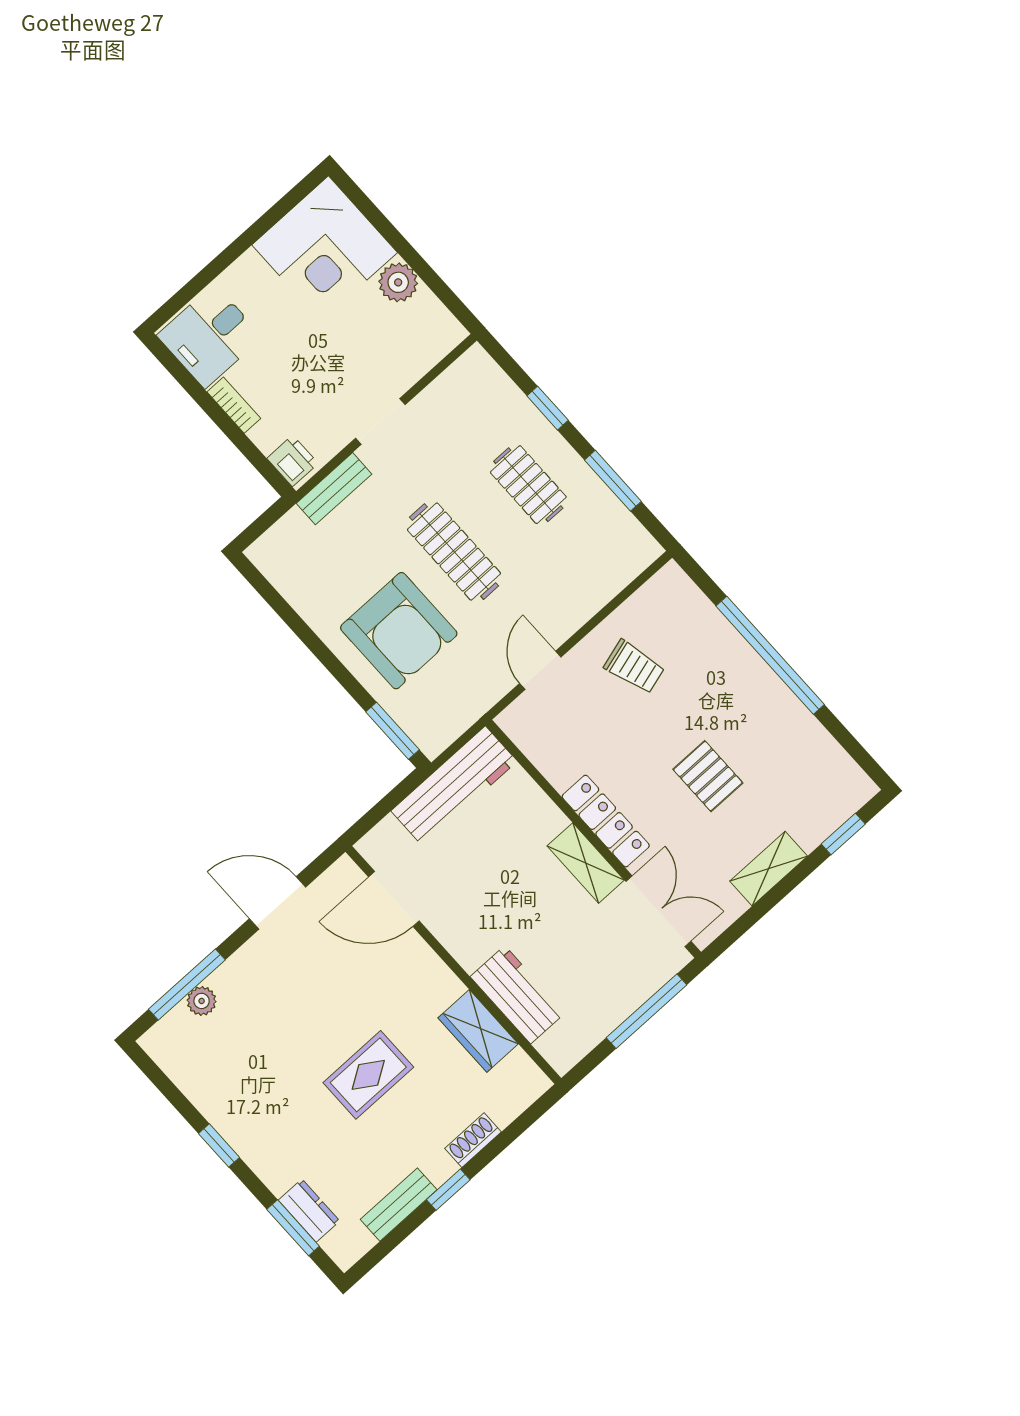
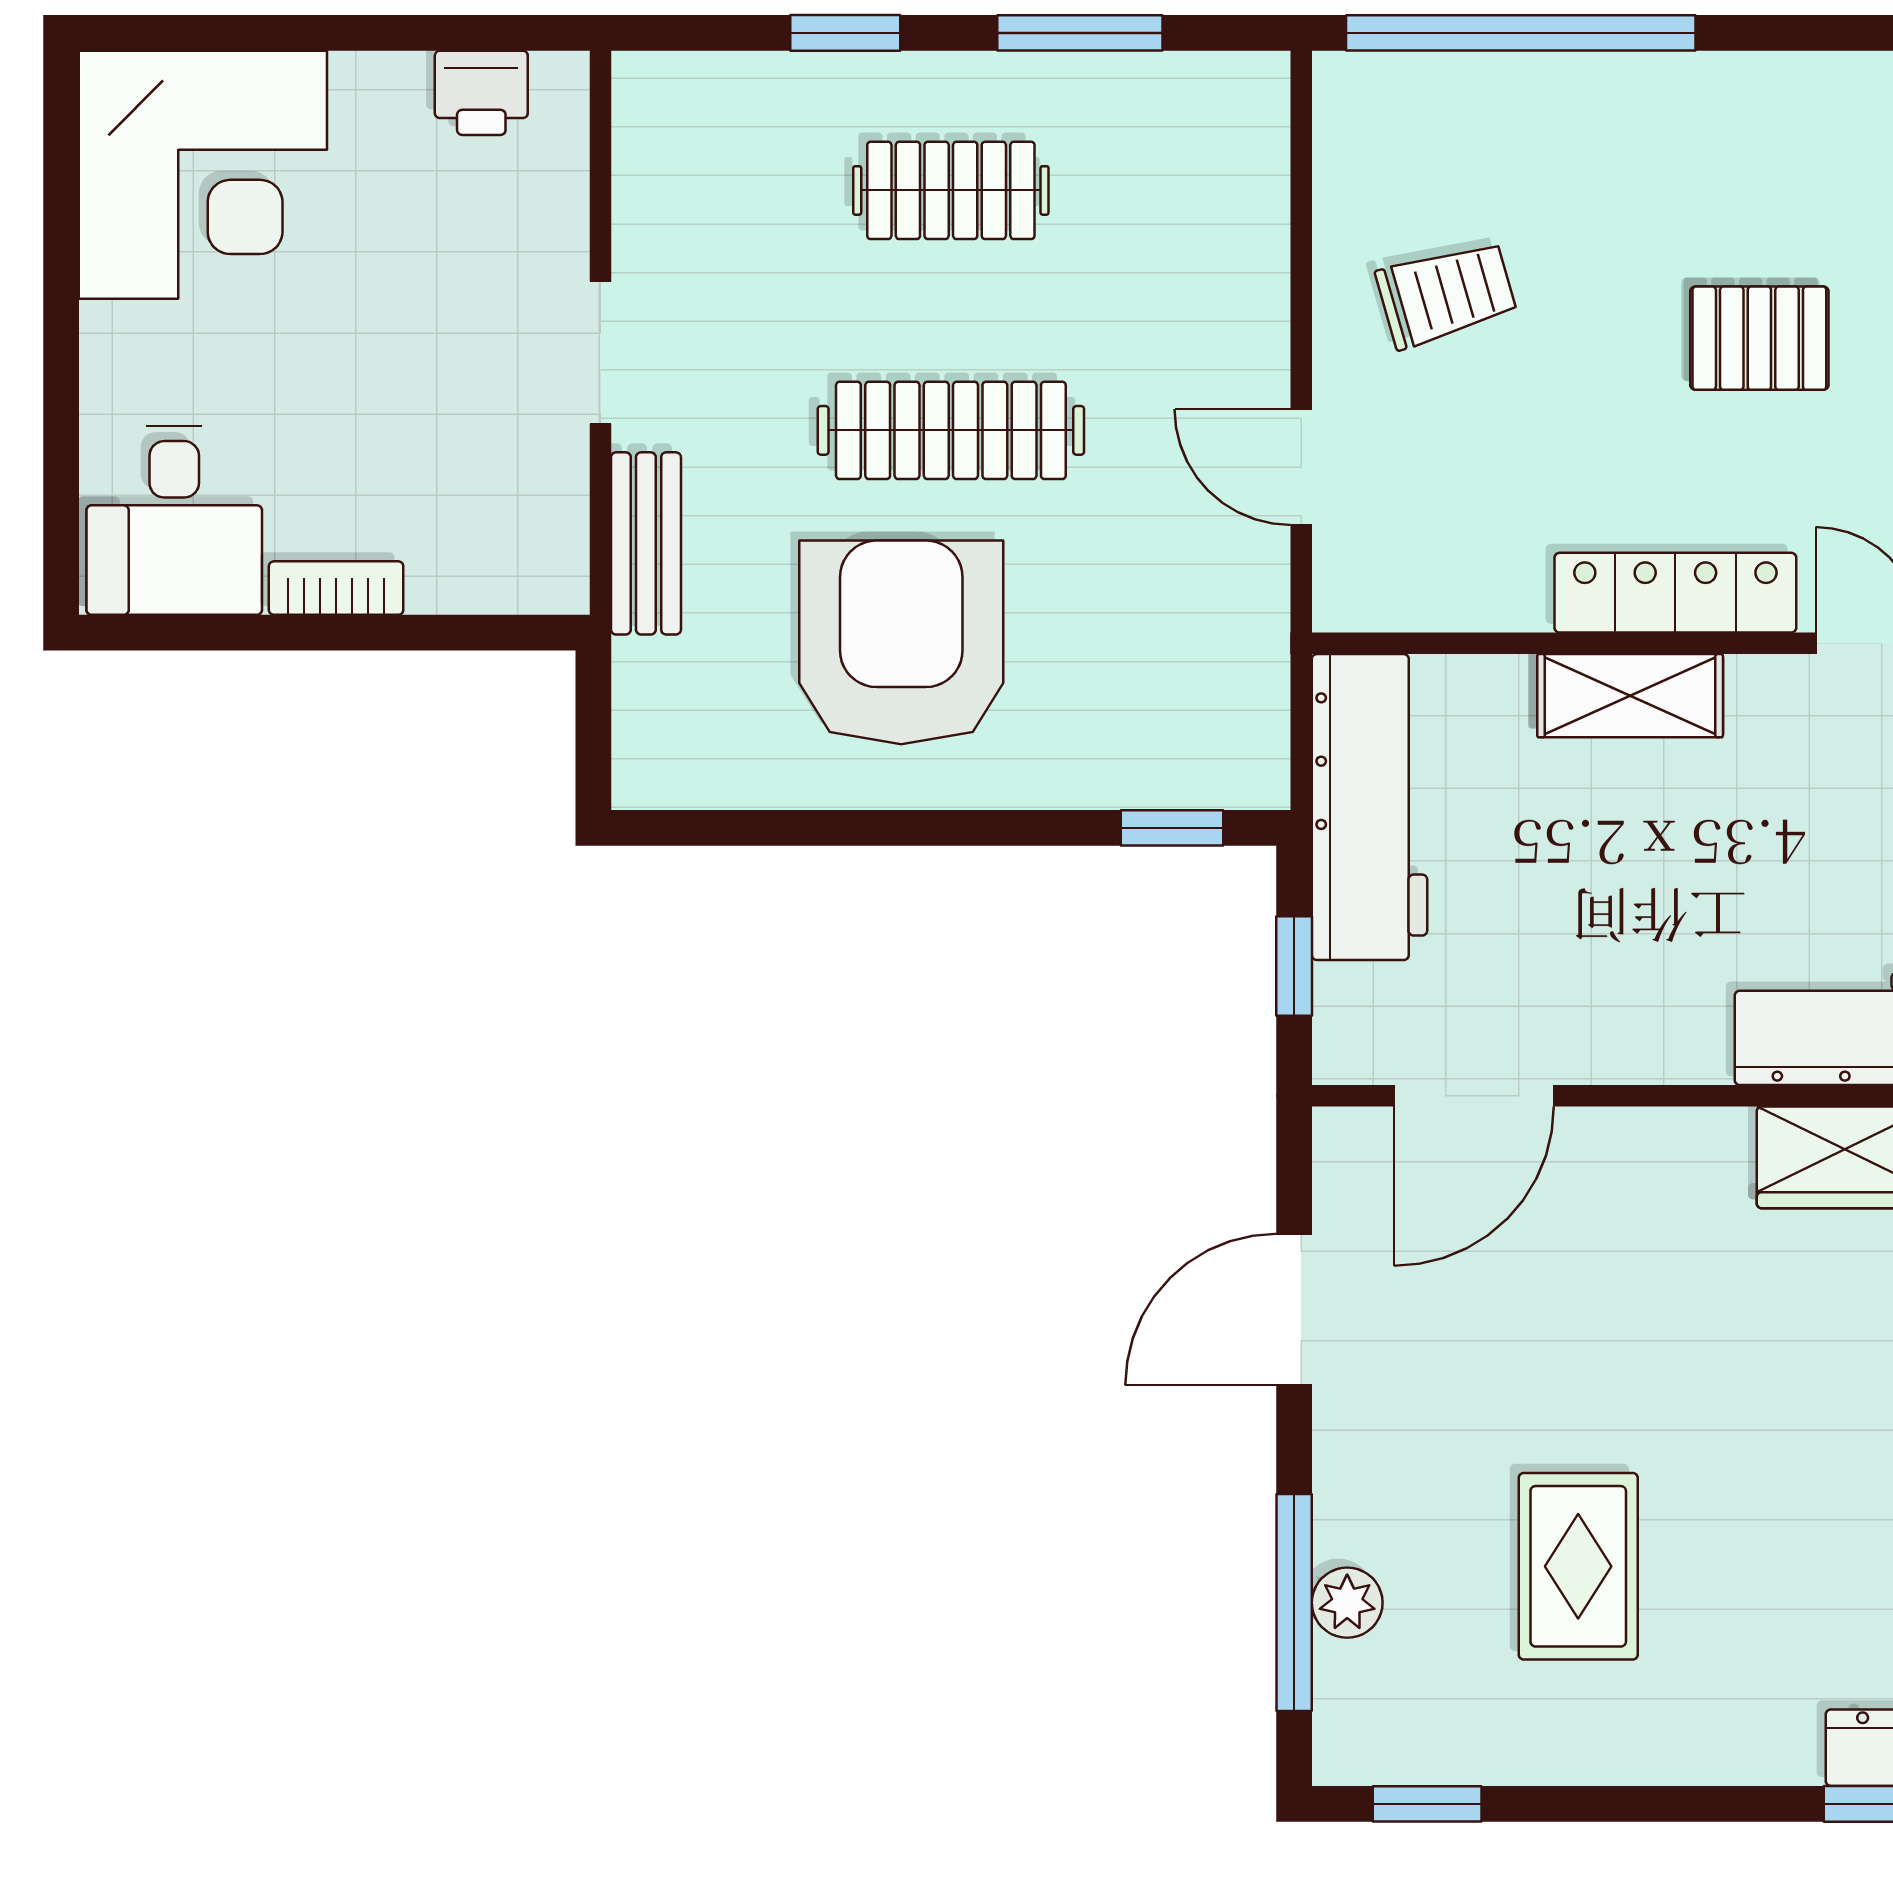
plant: (398, 282) -> (381, 98), removed
printer: (293, 461) -> (481, 93), moved, turned 180
armchair: (399, 631) -> (901, 642), moved, turned -90
window: (770, 655) -> (1521, 33), moved
window: (393, 731) -> (1172, 828), width x0.67
window: (384, 807) -> (1294, 966), added
shelving: (586, 863) -> (1630, 696), moved
rug: (368, 1075) -> (1578, 1566), moved
window: (219, 1145) -> (1427, 1804), moved

